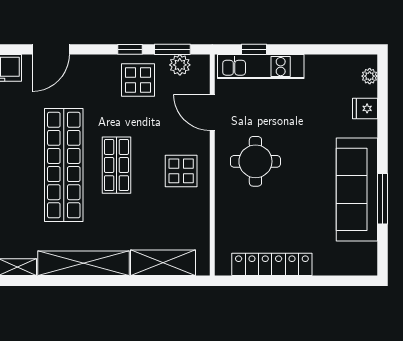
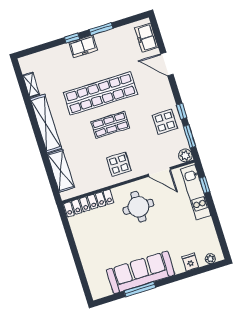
plant: (180, 65) -> (185, 155), moved
door: (212, 112) -> (159, 172), swing flipped
locker: (272, 264) -> (89, 203), moved, turned 90

